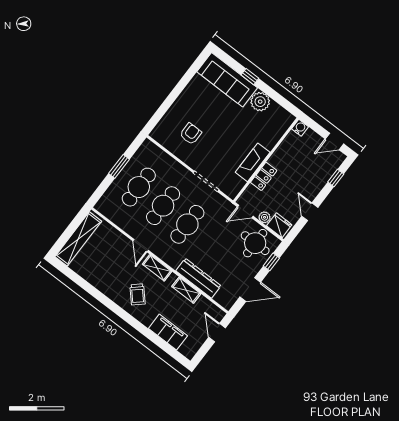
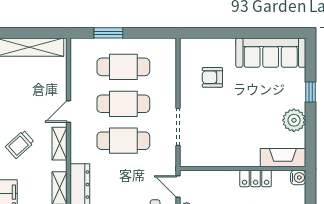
sofa: (227, 80) -> (271, 53), moved, turned -90
armchair: (191, 134) -> (212, 77), turned 180
fireplace: (253, 162) -> (283, 158), moved
window: (119, 166) -> (108, 33), moved
locker: (264, 176) -> (256, 178), moved

